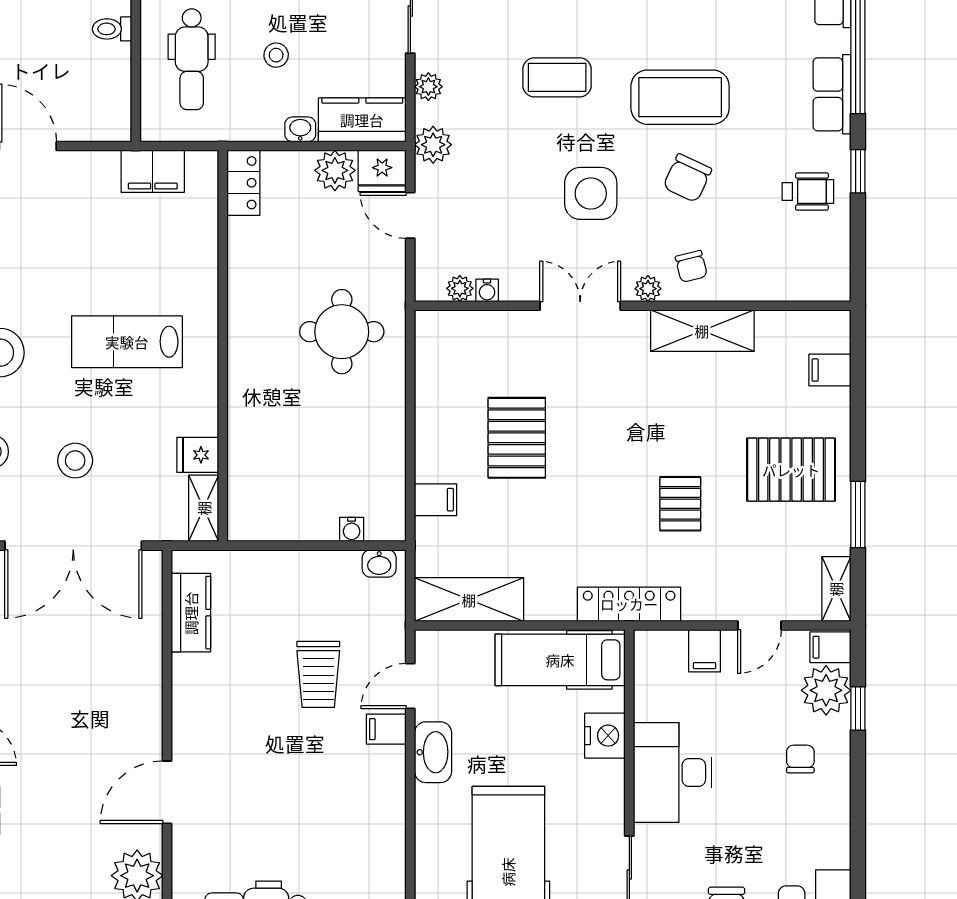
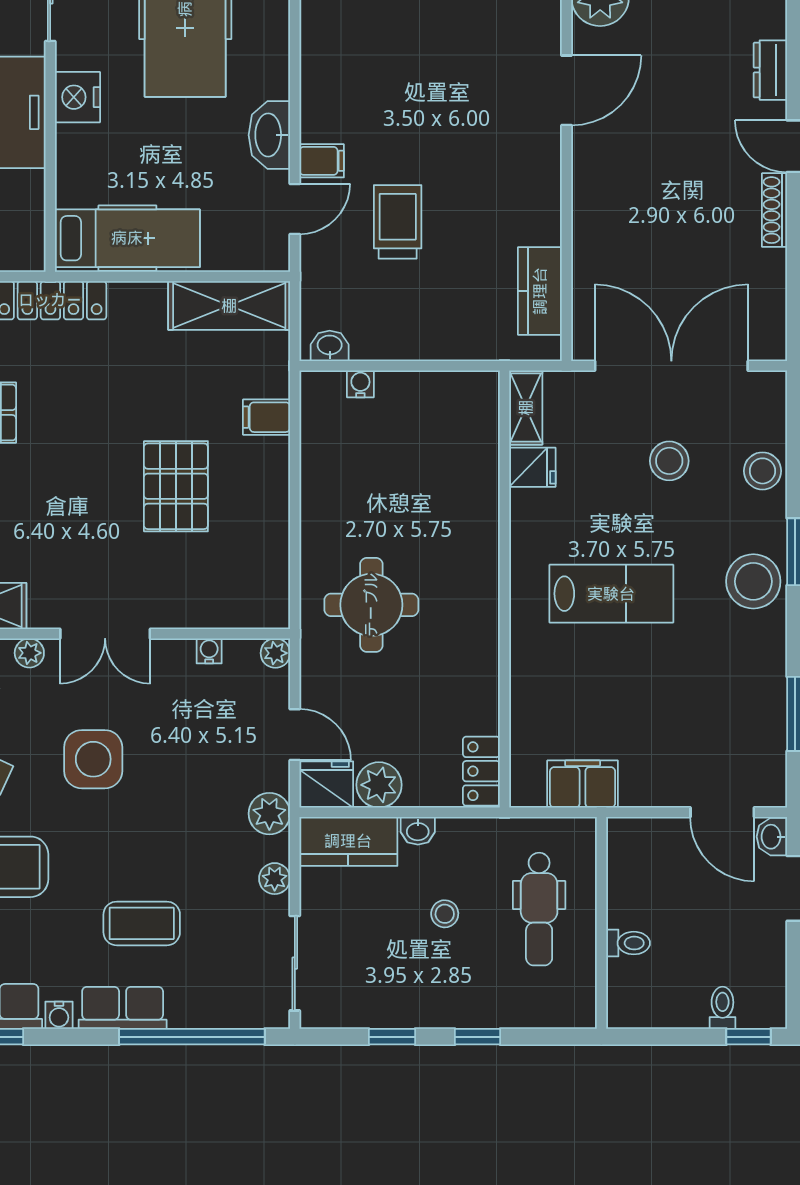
dental chair: (192, 59) -> (539, 909), turned 180
coffee table: (557, 77) -> (142, 923), moved
plant: (460, 288) -> (275, 653), moved
nightstand: (605, 736) -> (77, 97), moved

